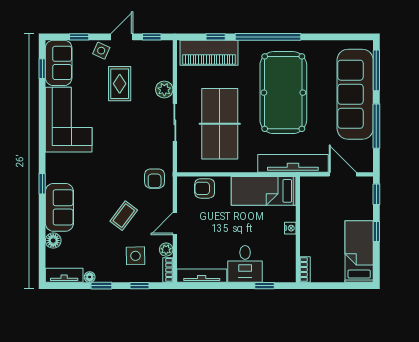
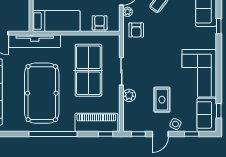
window: (216, 37) -> (106, 134), moved
armchair: (155, 179) -> (136, 30), turned 180
armchair: (205, 188) -> (100, 23), turned -90
plant: (166, 203) -> (128, 12), added

